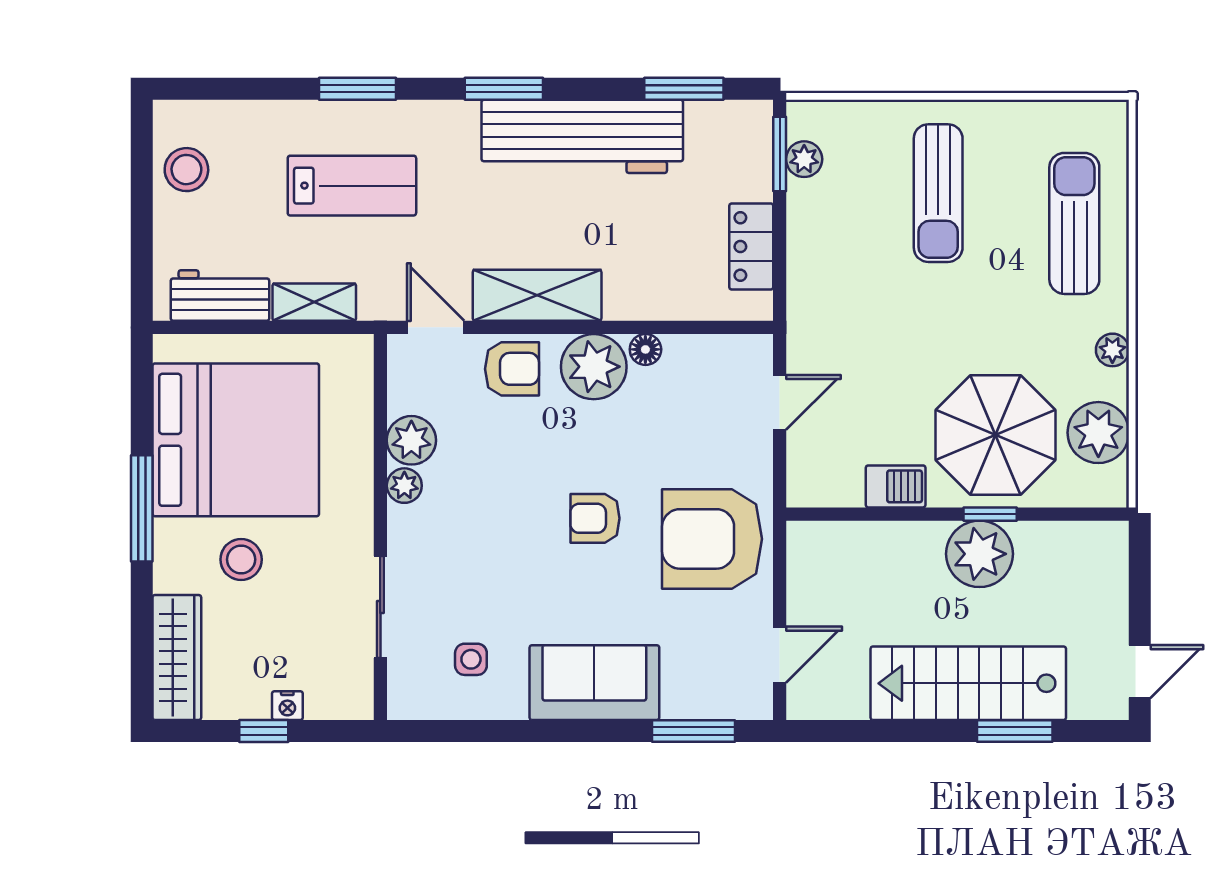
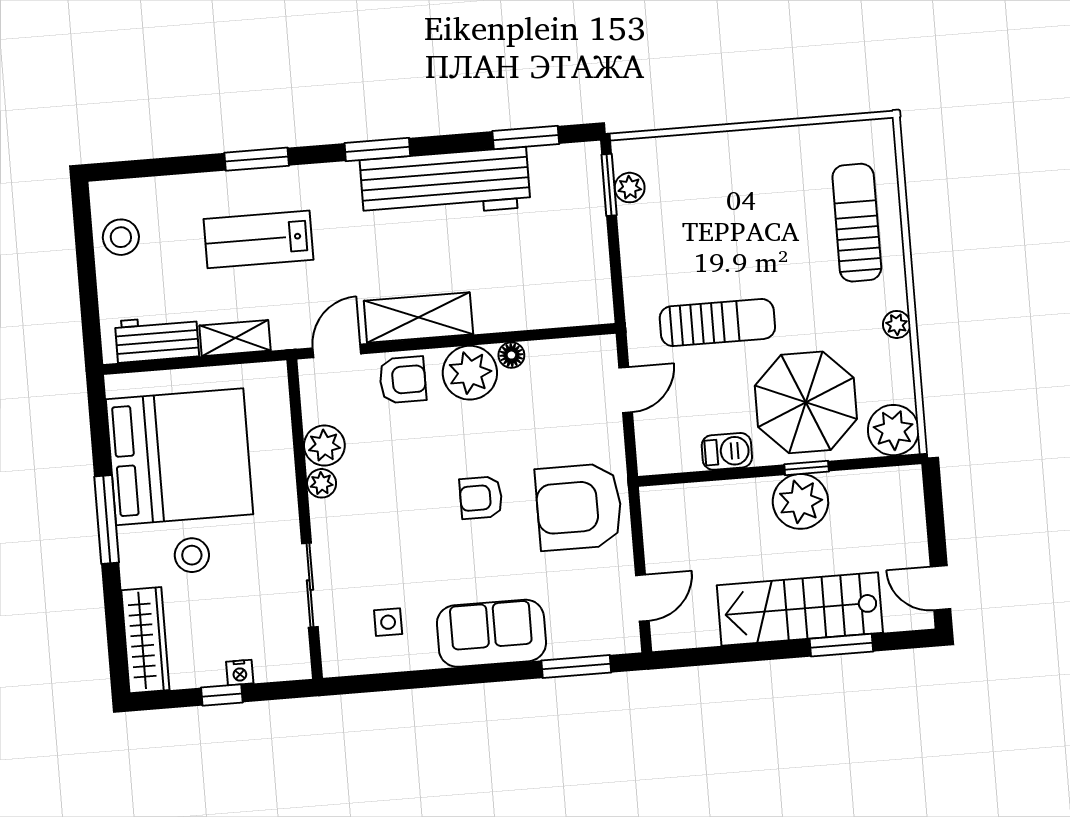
lab bench: (352, 186) -> (258, 239), turned 180
sun lounger: (938, 193) -> (717, 323), moved, turned -90
locker: (751, 247) -> (592, 263), removed
door: (436, 327) -> (337, 351), hinge flipped
plant: (1098, 433) -> (893, 430), moved
door: (1140, 672) -> (940, 588), swing flipped

